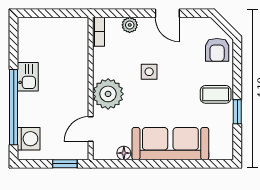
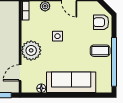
armchair: (217, 50) -> (101, 22), turned 90
window: (237, 112) -> (114, 62), width x3.17

